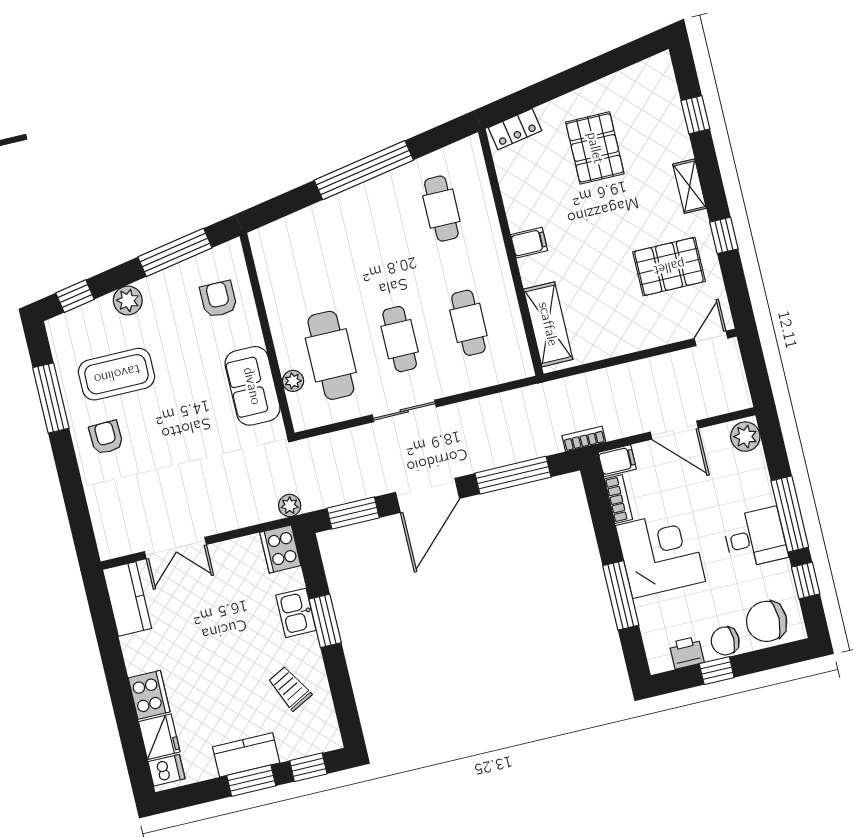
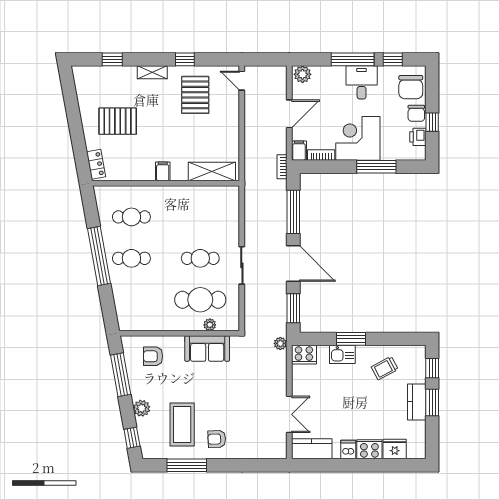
cafe table: (468, 323) -> (131, 258), moved
dishwasher: (166, 770) -> (348, 449), moved

